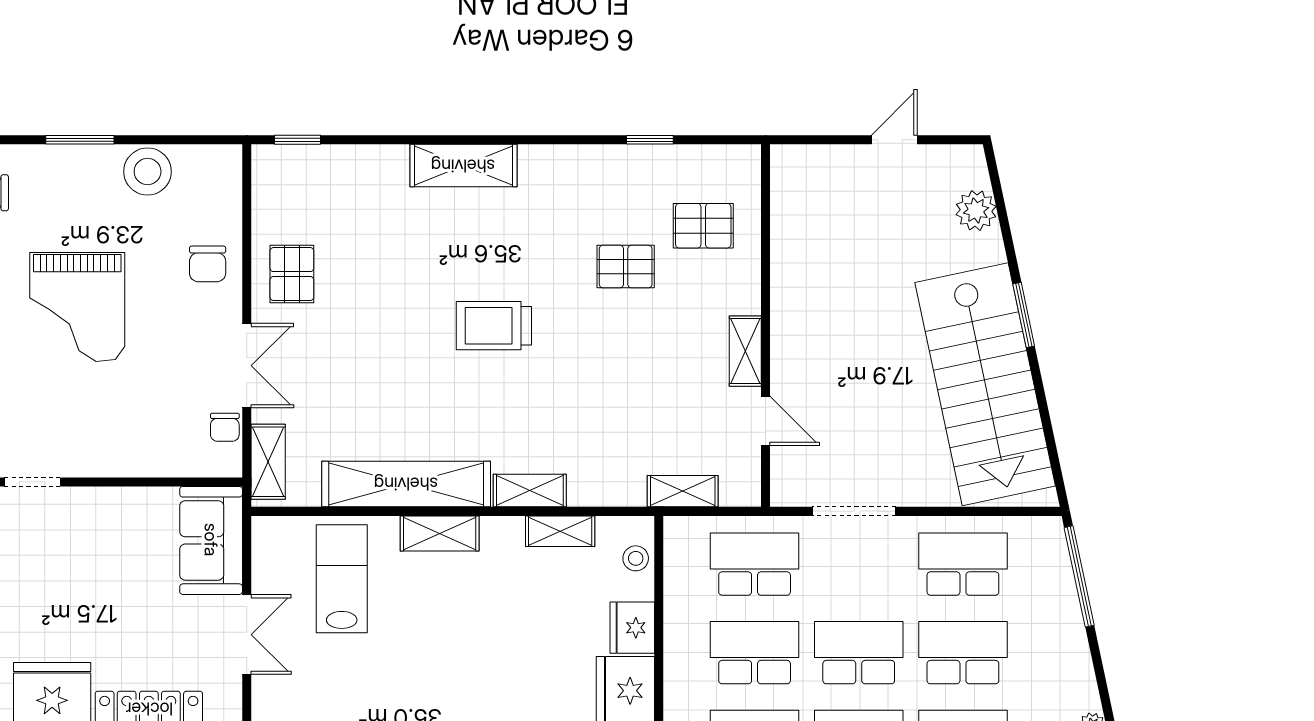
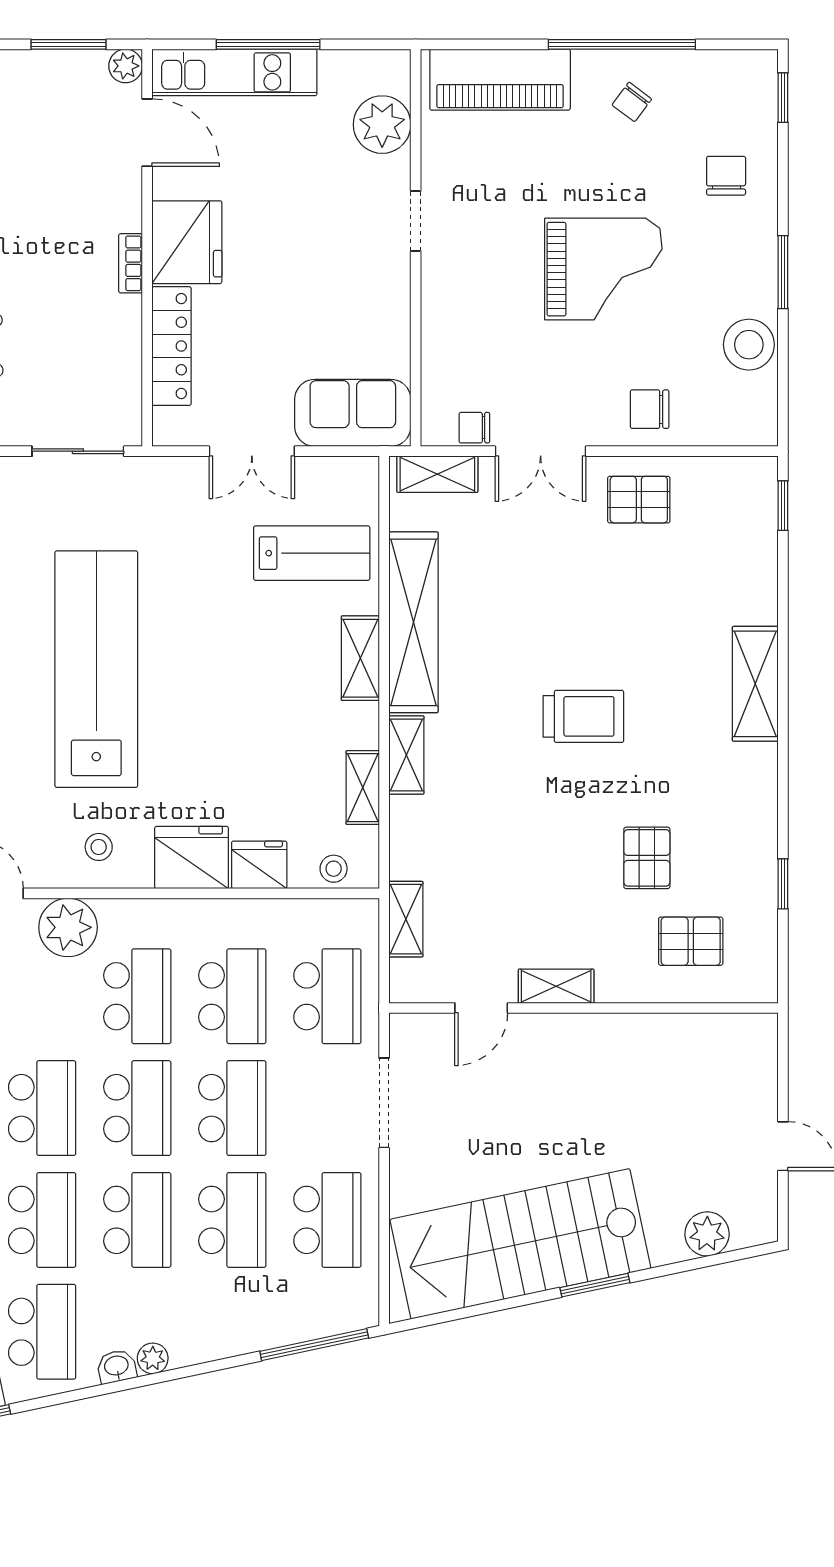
pallet: (703, 226) -> (691, 941), turned 90
grand piano: (77, 307) -> (603, 269), turned 180
trolley: (494, 326) -> (583, 716), turned 90

